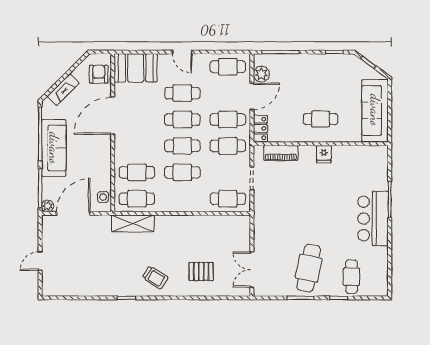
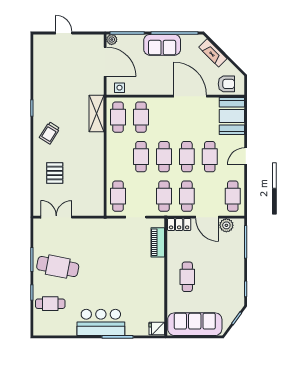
sofa: (54, 148) -> (162, 45), width x0.73
fridge: (324, 154) -> (157, 328), moved

